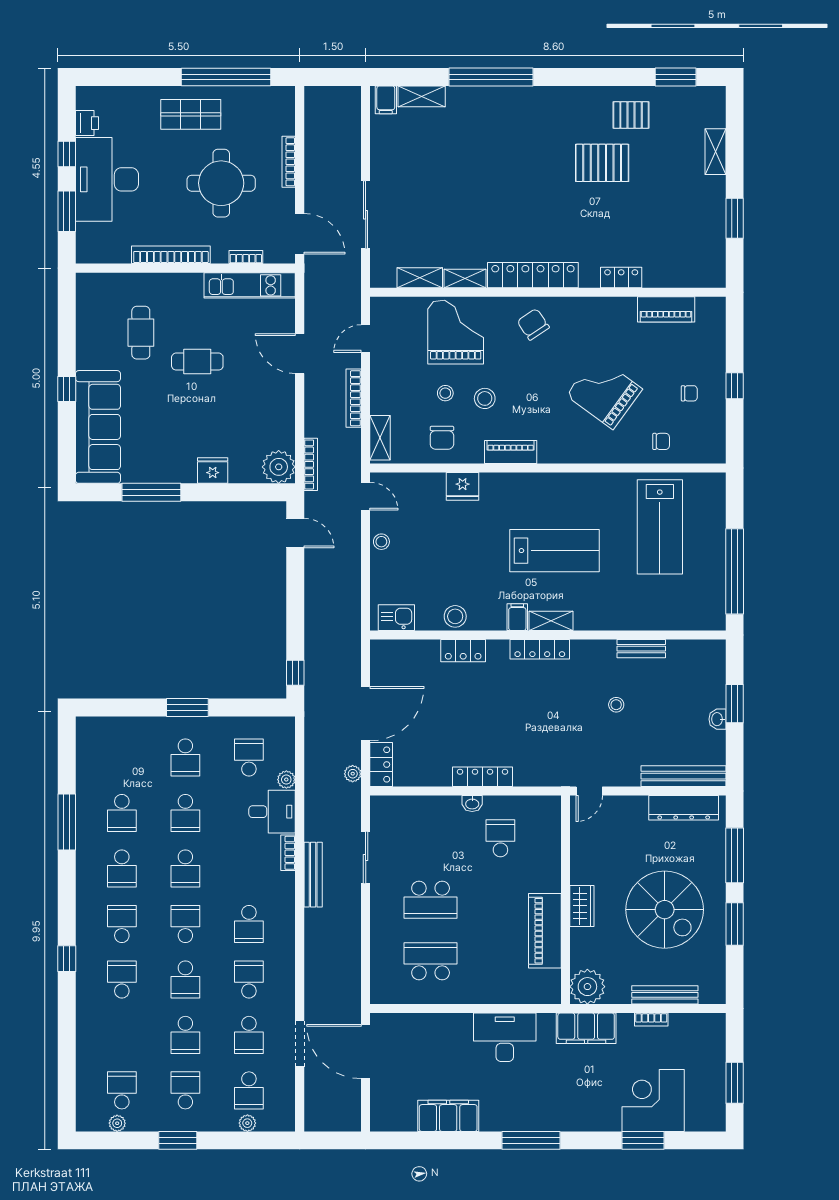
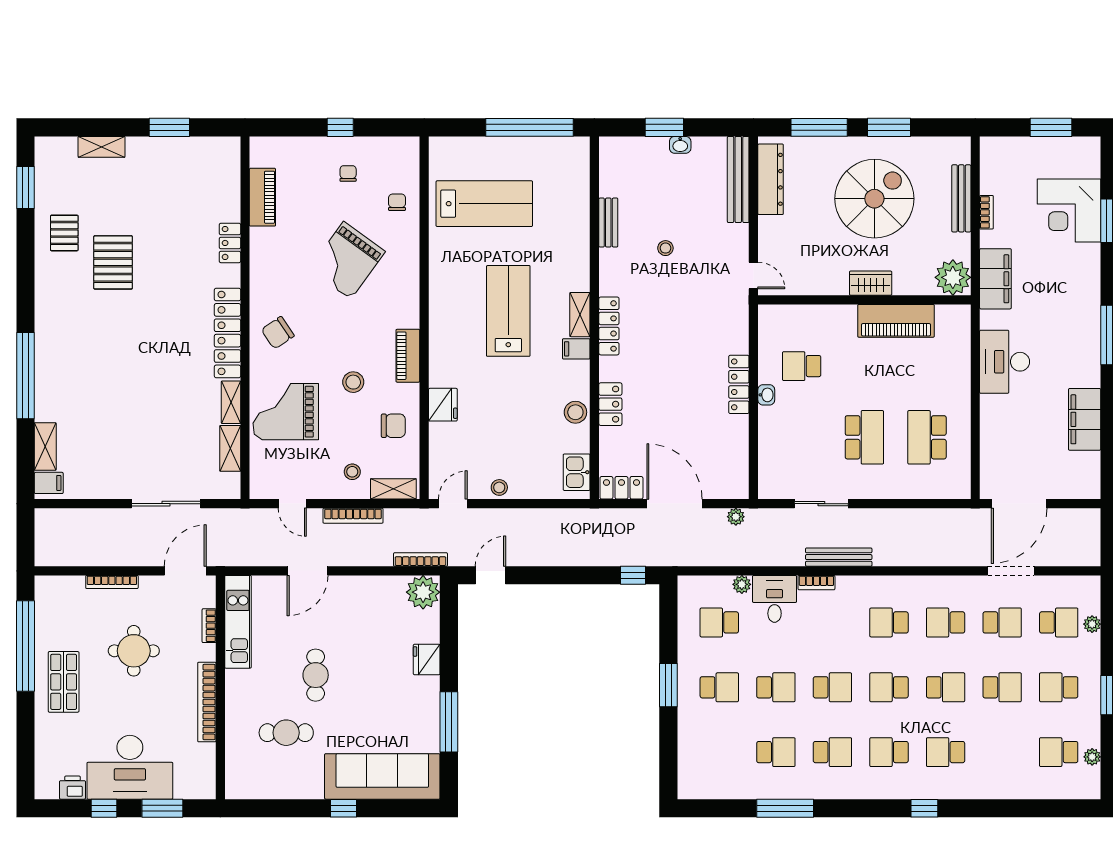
round table: (221, 183) -> (134, 651), width x0.73, depth x0.73
stool: (445, 393) -> (352, 472), moved
locker: (381, 765) -> (621, 488), moved
school desk: (249, 924) -> (889, 622), turned 180

